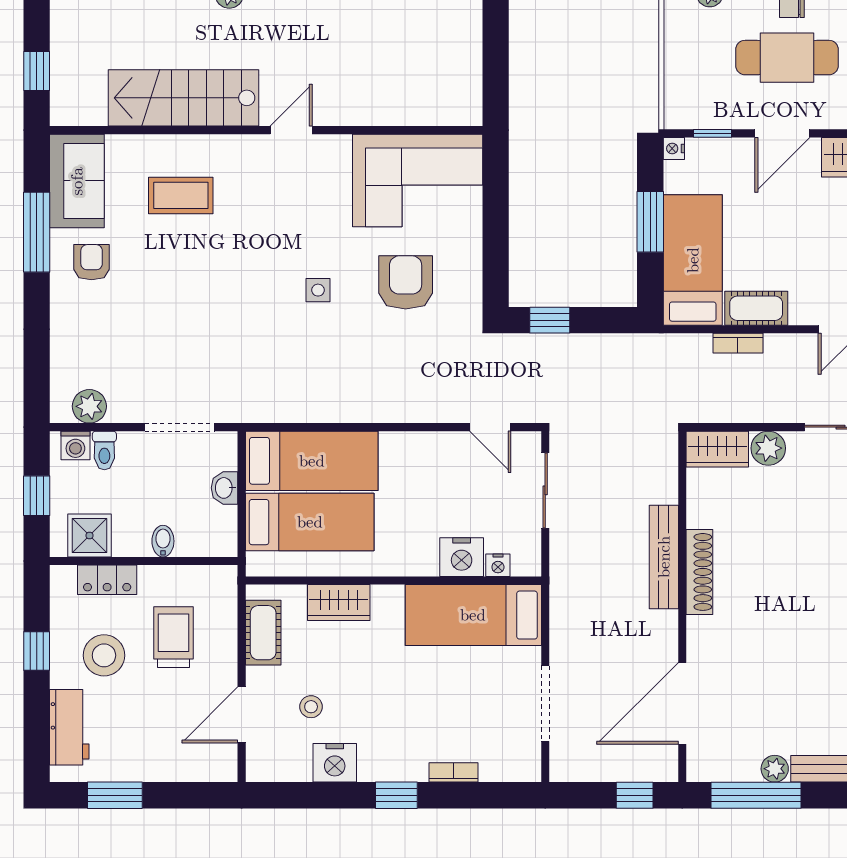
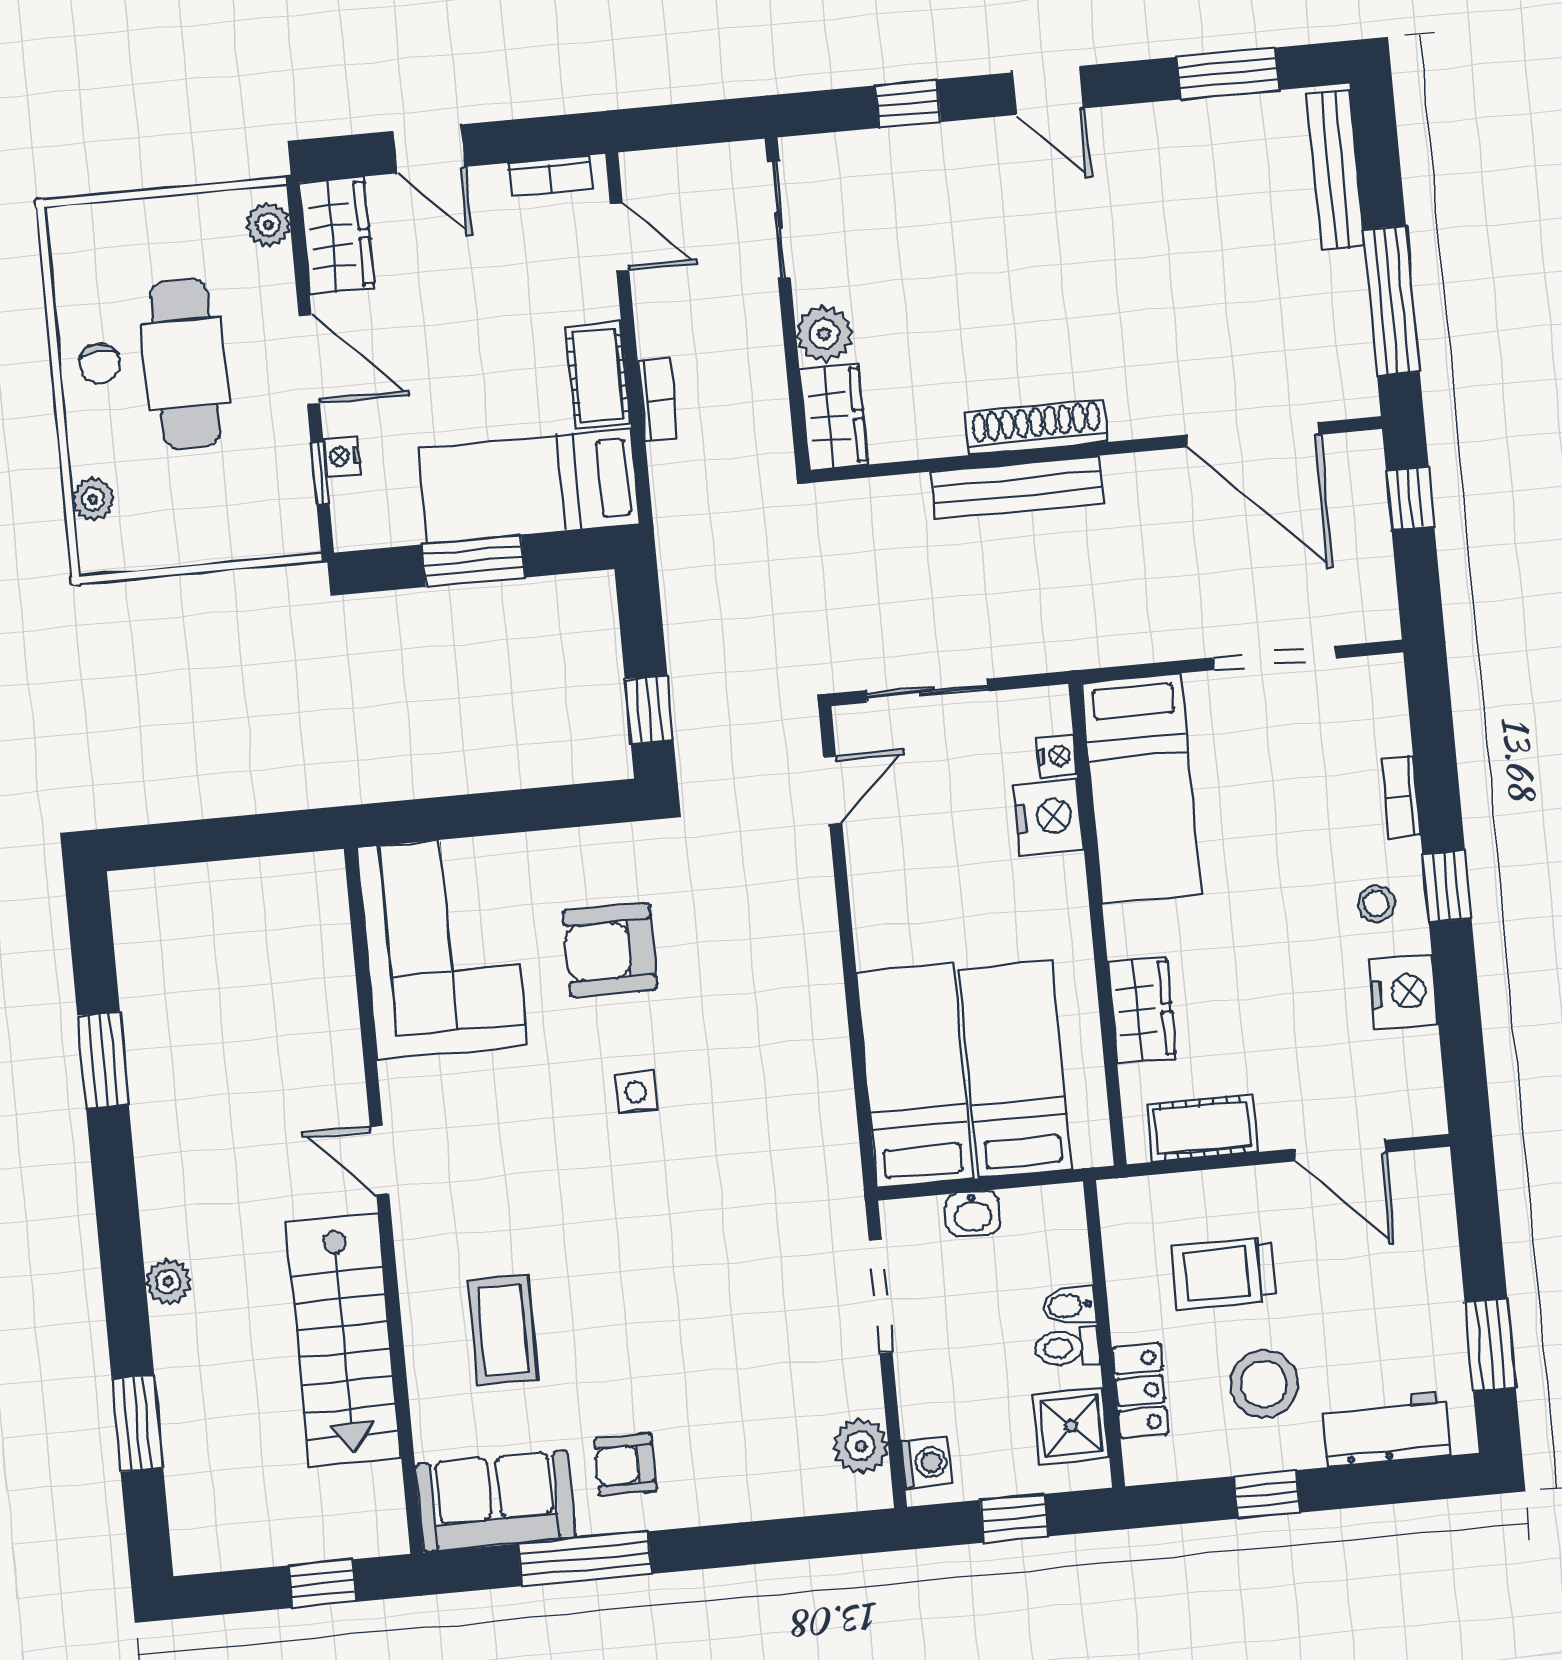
nightstand: (674, 149) -> (342, 456), moved, turned 90
toilet: (104, 450) -> (1067, 1347), moved, turned 180
stool: (311, 707) -> (1376, 904), moved
plant: (775, 769) -> (1345, 274), removed

